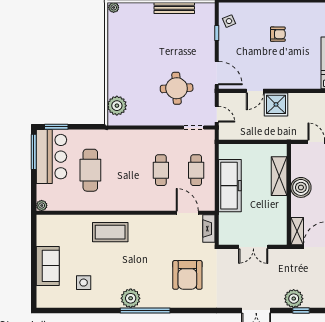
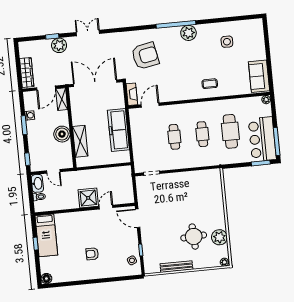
round table: (177, 88) -> (194, 237), moved
plant: (117, 106) -> (219, 237), moved
door: (217, 114) -> (134, 186), removed
cafe table: (196, 170) -> (202, 134), moved
door: (187, 213) -> (150, 105), swing flipped
coffee table: (110, 232) -> (210, 84), width x0.54, depth x0.58
double door: (253, 247) -> (95, 83), width x1.87
sofa: (48, 266) -> (259, 76), moved
armchair: (187, 275) -> (145, 56), turned 79

